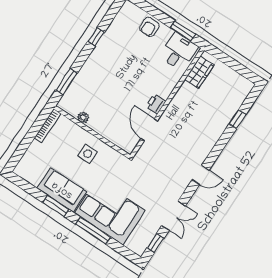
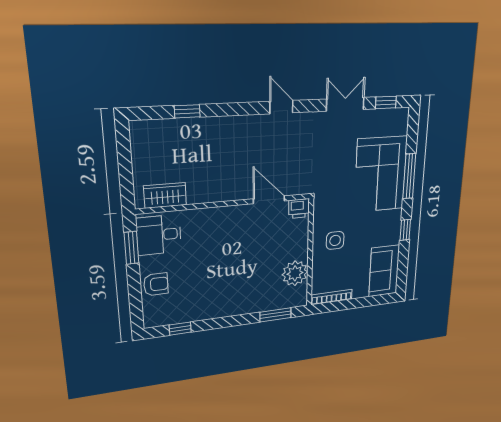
window: (96, 37) -> (180, 329), moved
printer: (156, 104) -> (299, 208), moved
plant: (83, 117) -> (295, 273), width x1.88, depth x1.88
door: (149, 130) -> (269, 200), swing flipped
sofa: (62, 190) -> (384, 271), moved
window: (56, 206) -> (405, 230), width x0.67

